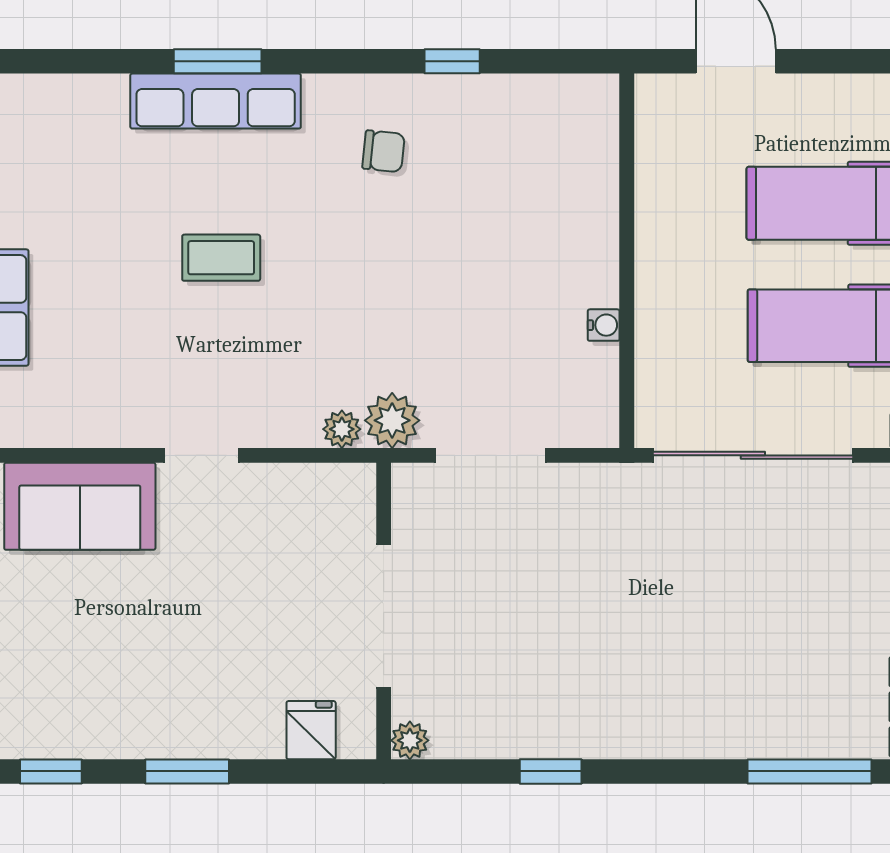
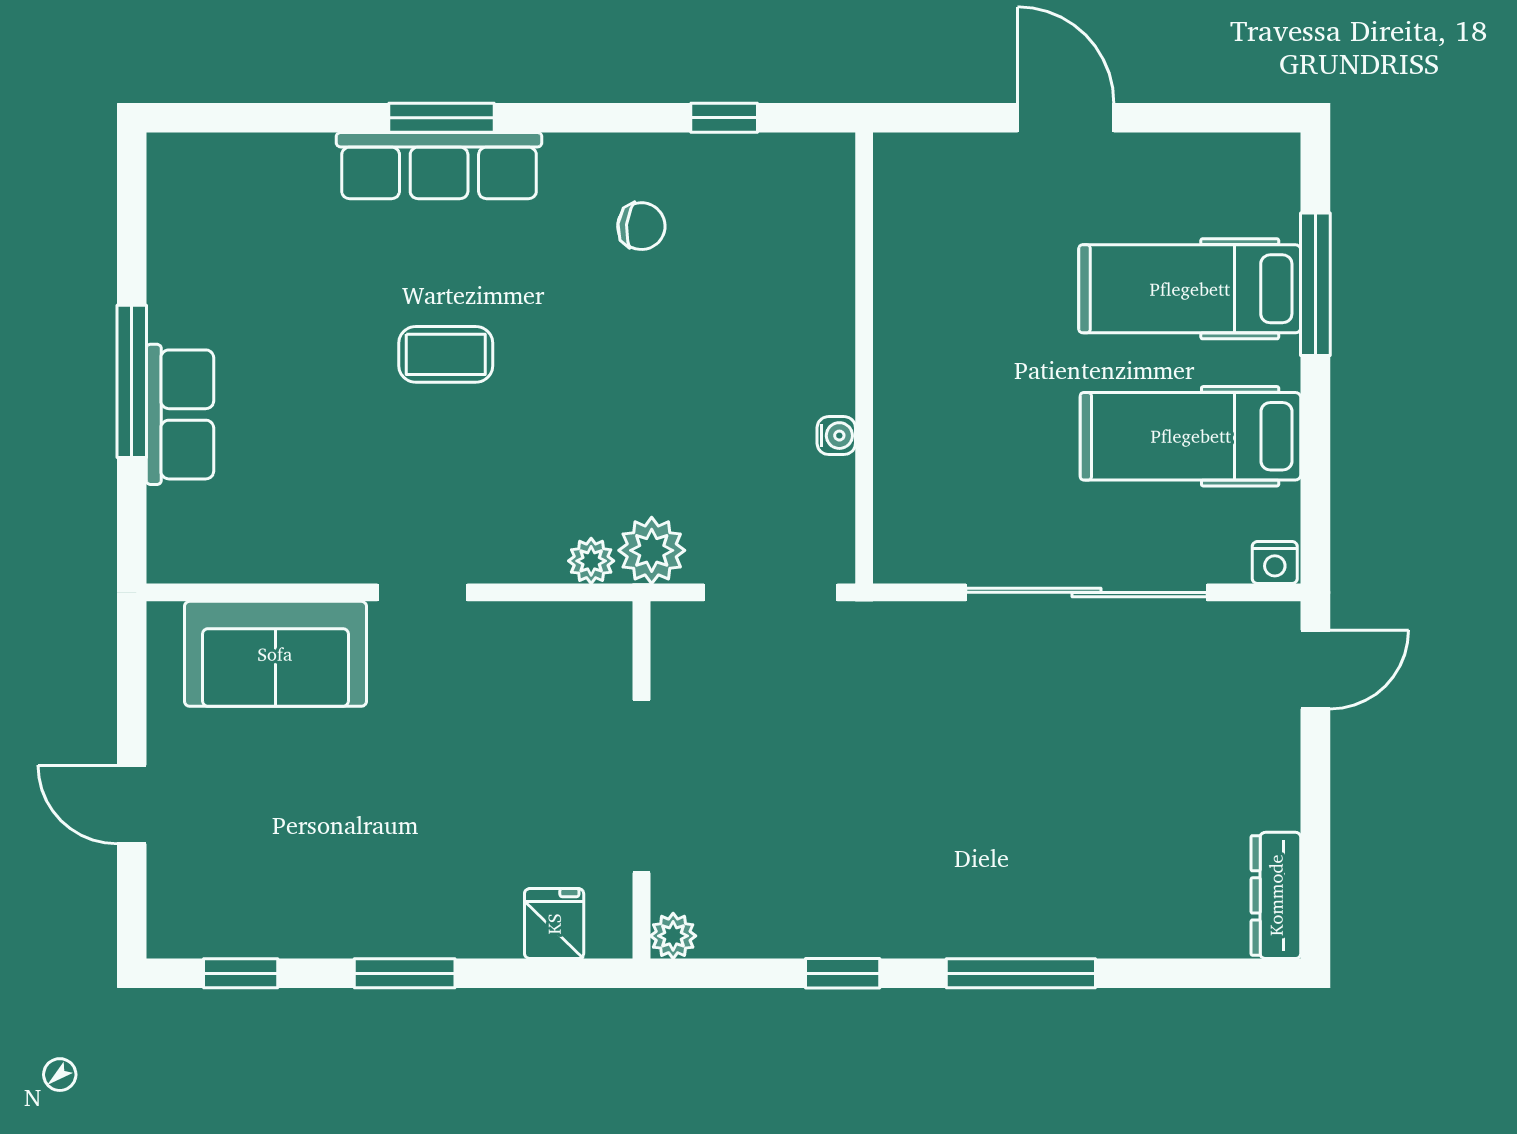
wall: (627, 261) -> (864, 358), moved
water cooler: (604, 325) -> (836, 436), moved
window: (809, 771) -> (1021, 973), moved

